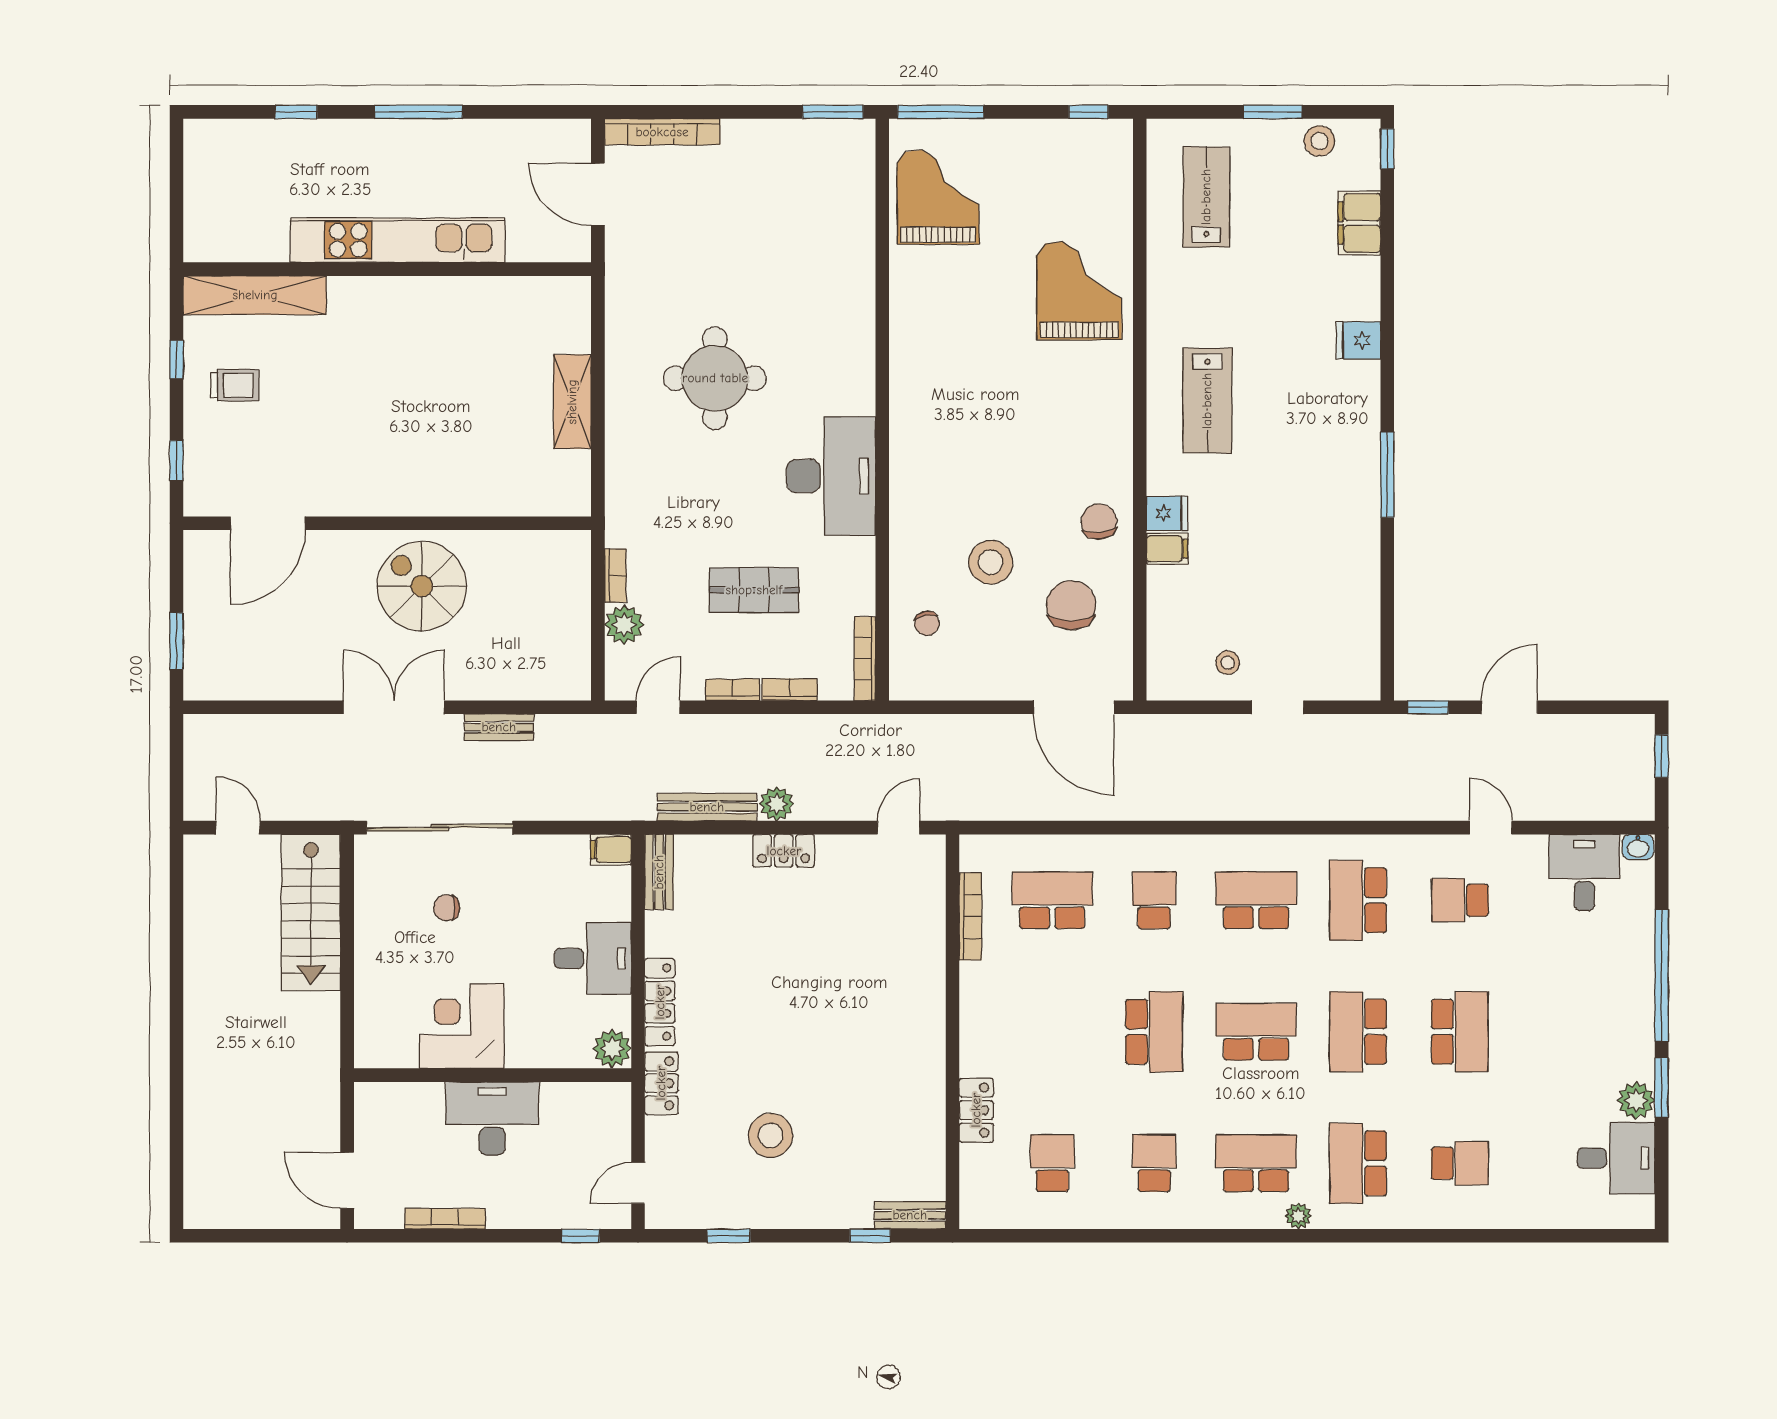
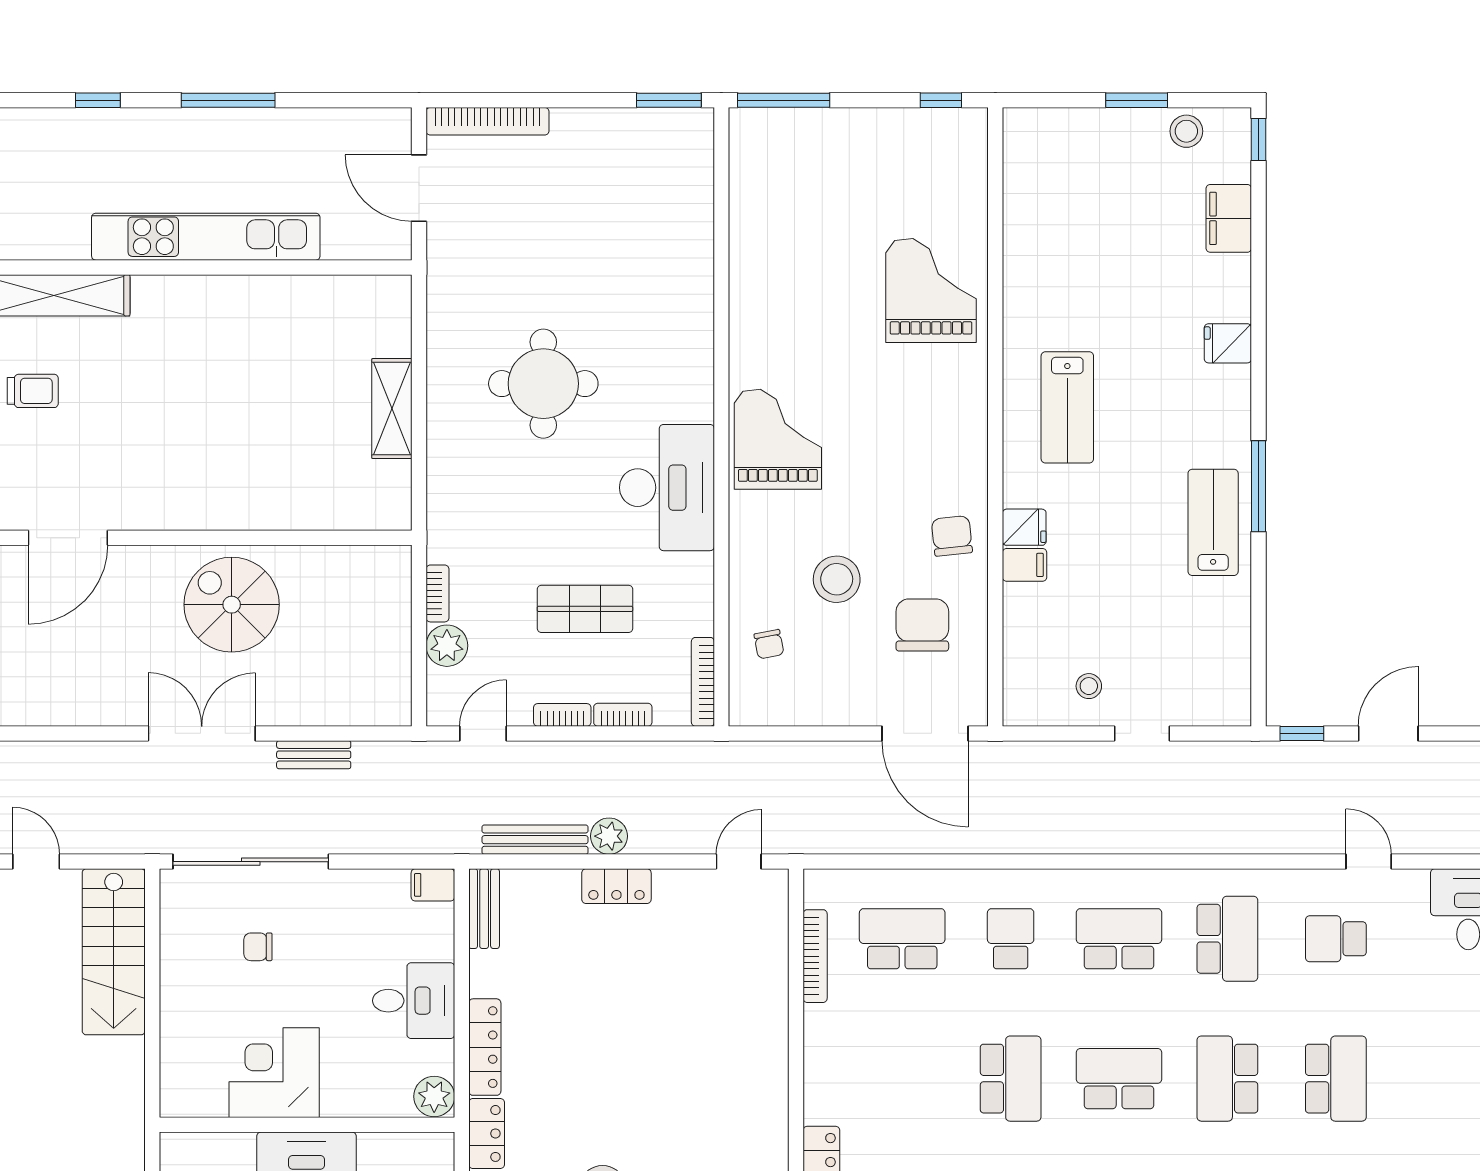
grand piano: (938, 197) -> (778, 439), moved
lab bench: (1206, 197) -> (1213, 522), moved
school desk: (1358, 900) -> (1227, 939), turned 180

